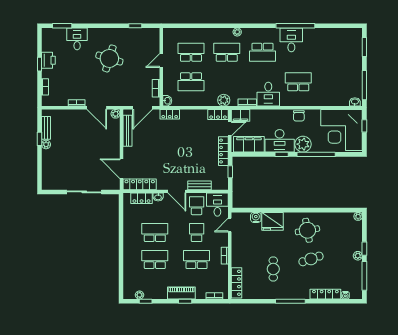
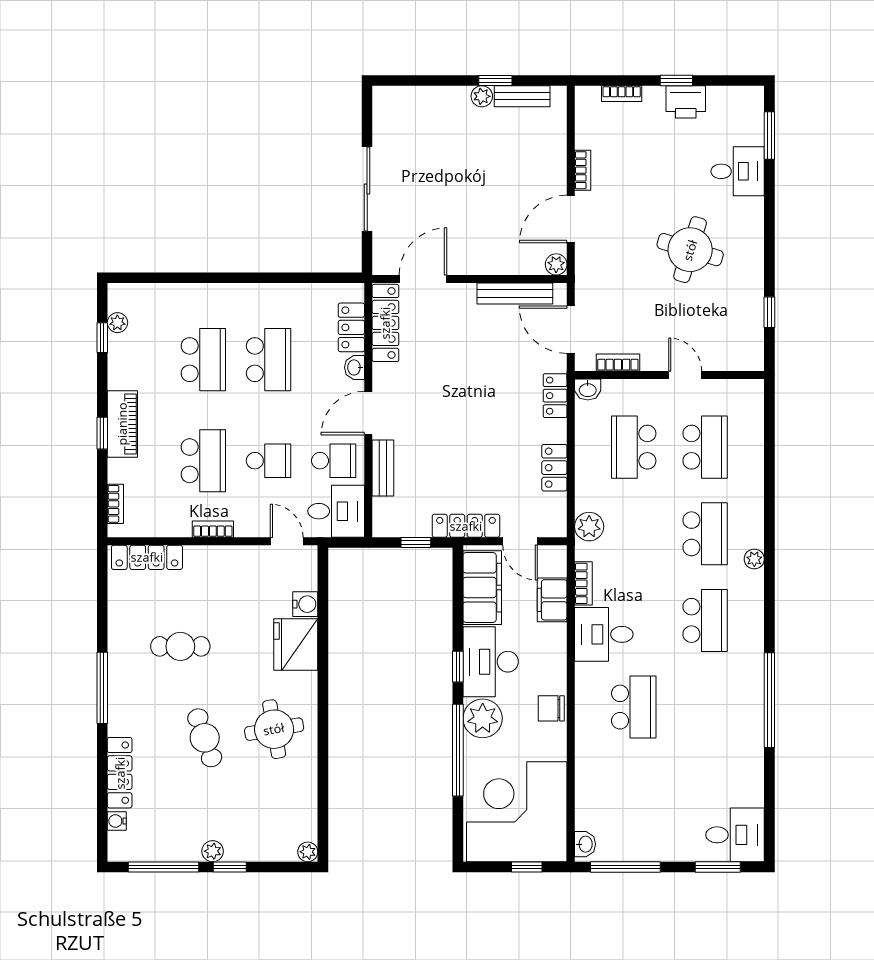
desk: (291, 40) -> (735, 835), moved
school desk: (263, 52) -> (705, 620), turned 180
locker: (218, 115) -> (554, 468), moved
filing cabinet: (241, 115) -> (552, 600), moved

